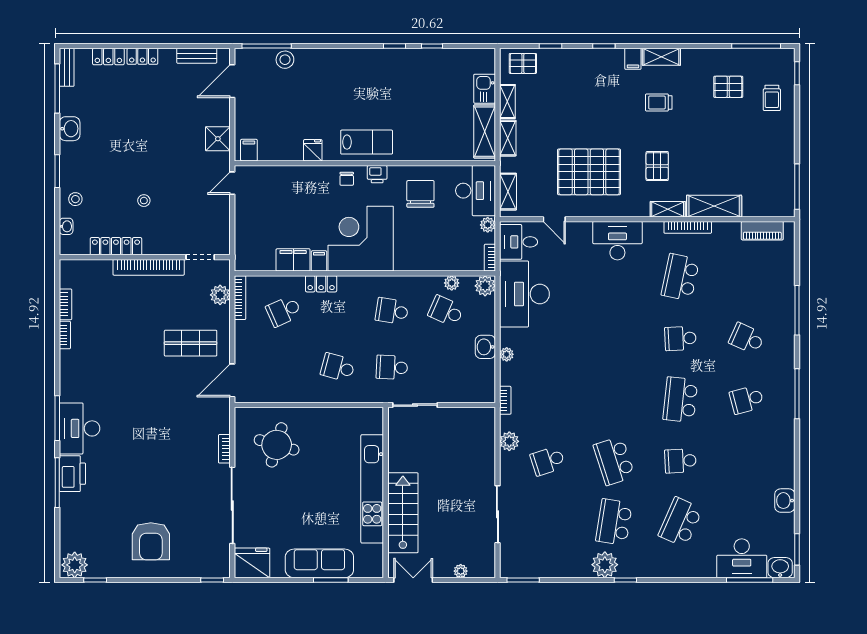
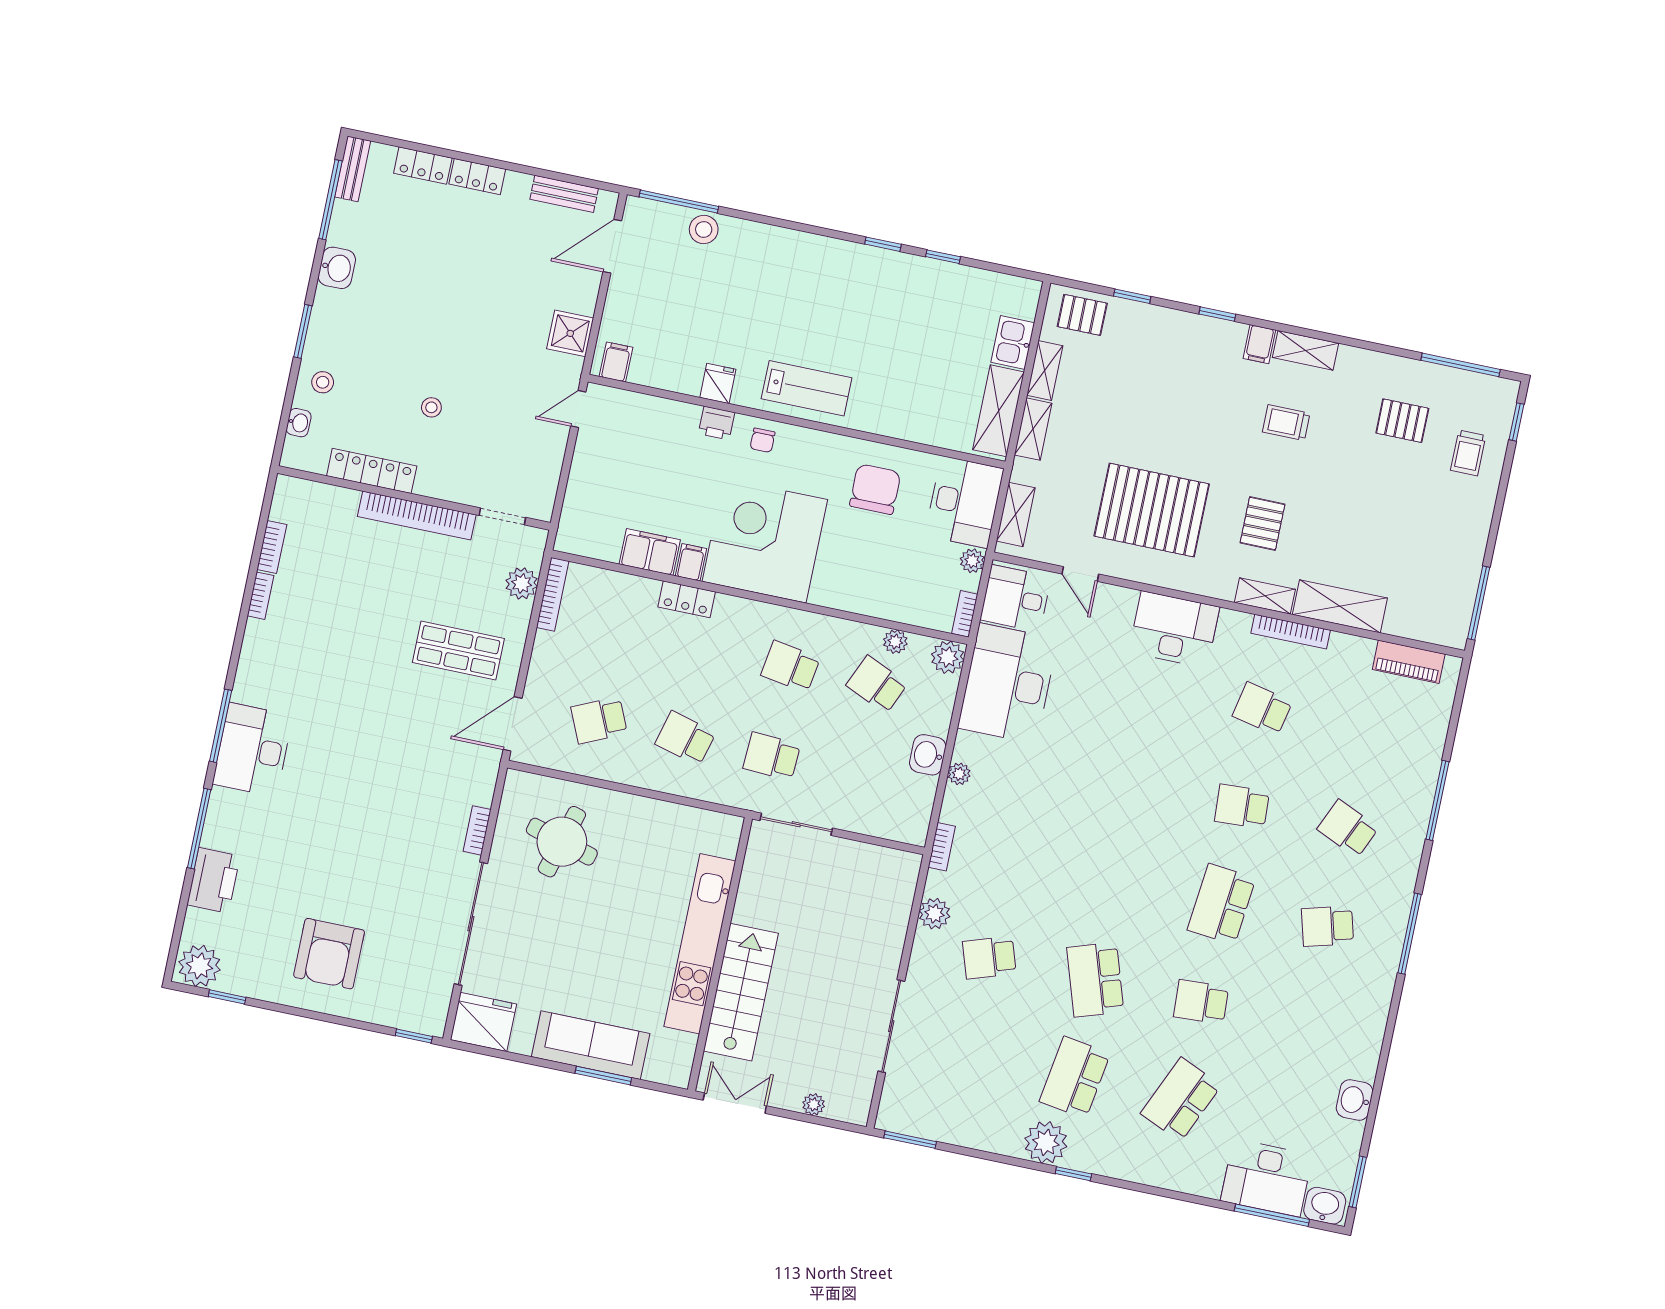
printer: (377, 174) -> (716, 423), moved
school desk: (680, 277) -> (1262, 709), width x0.54
school desk: (284, 311) -> (599, 720), moved
printer: (72, 474) -> (213, 880), moved

